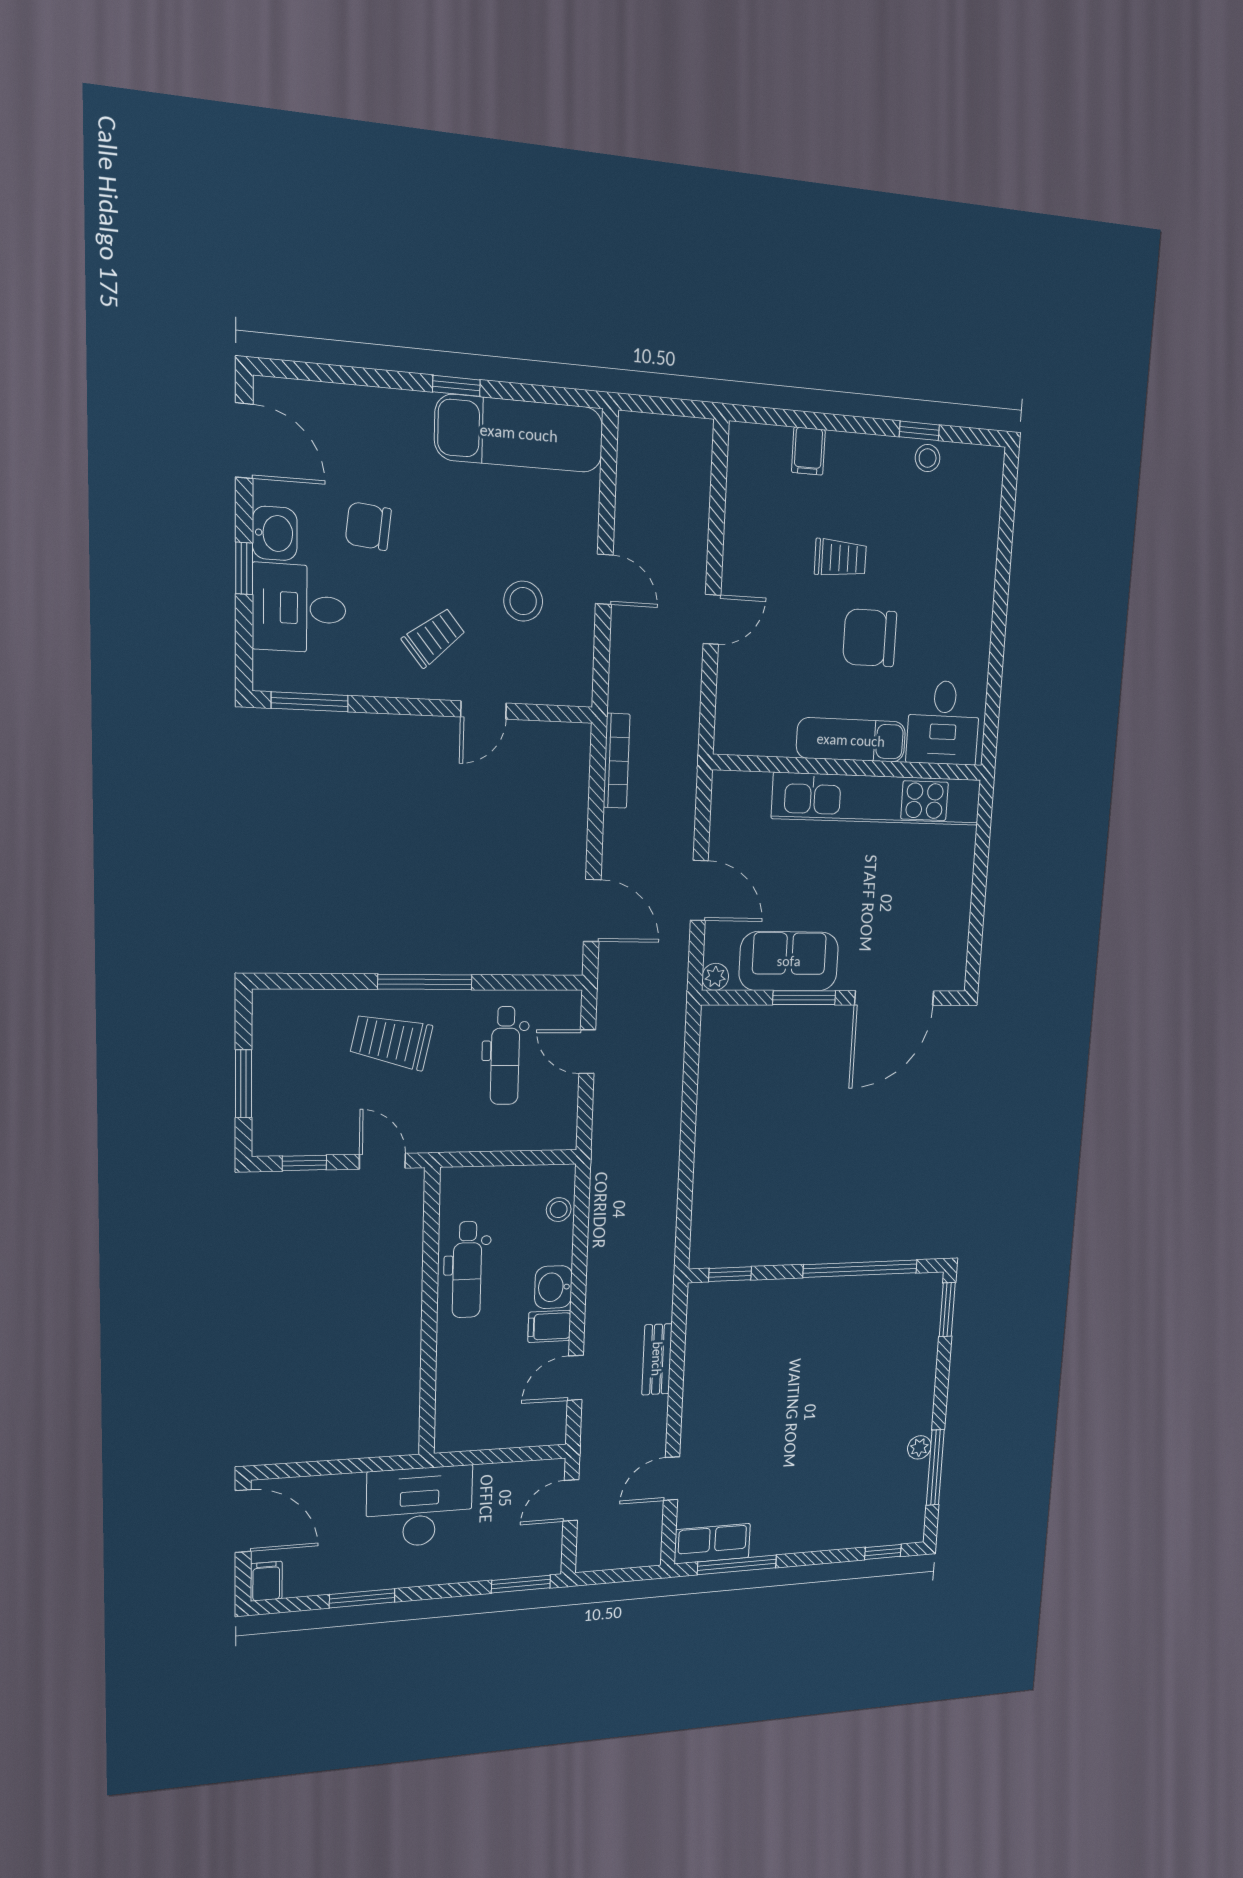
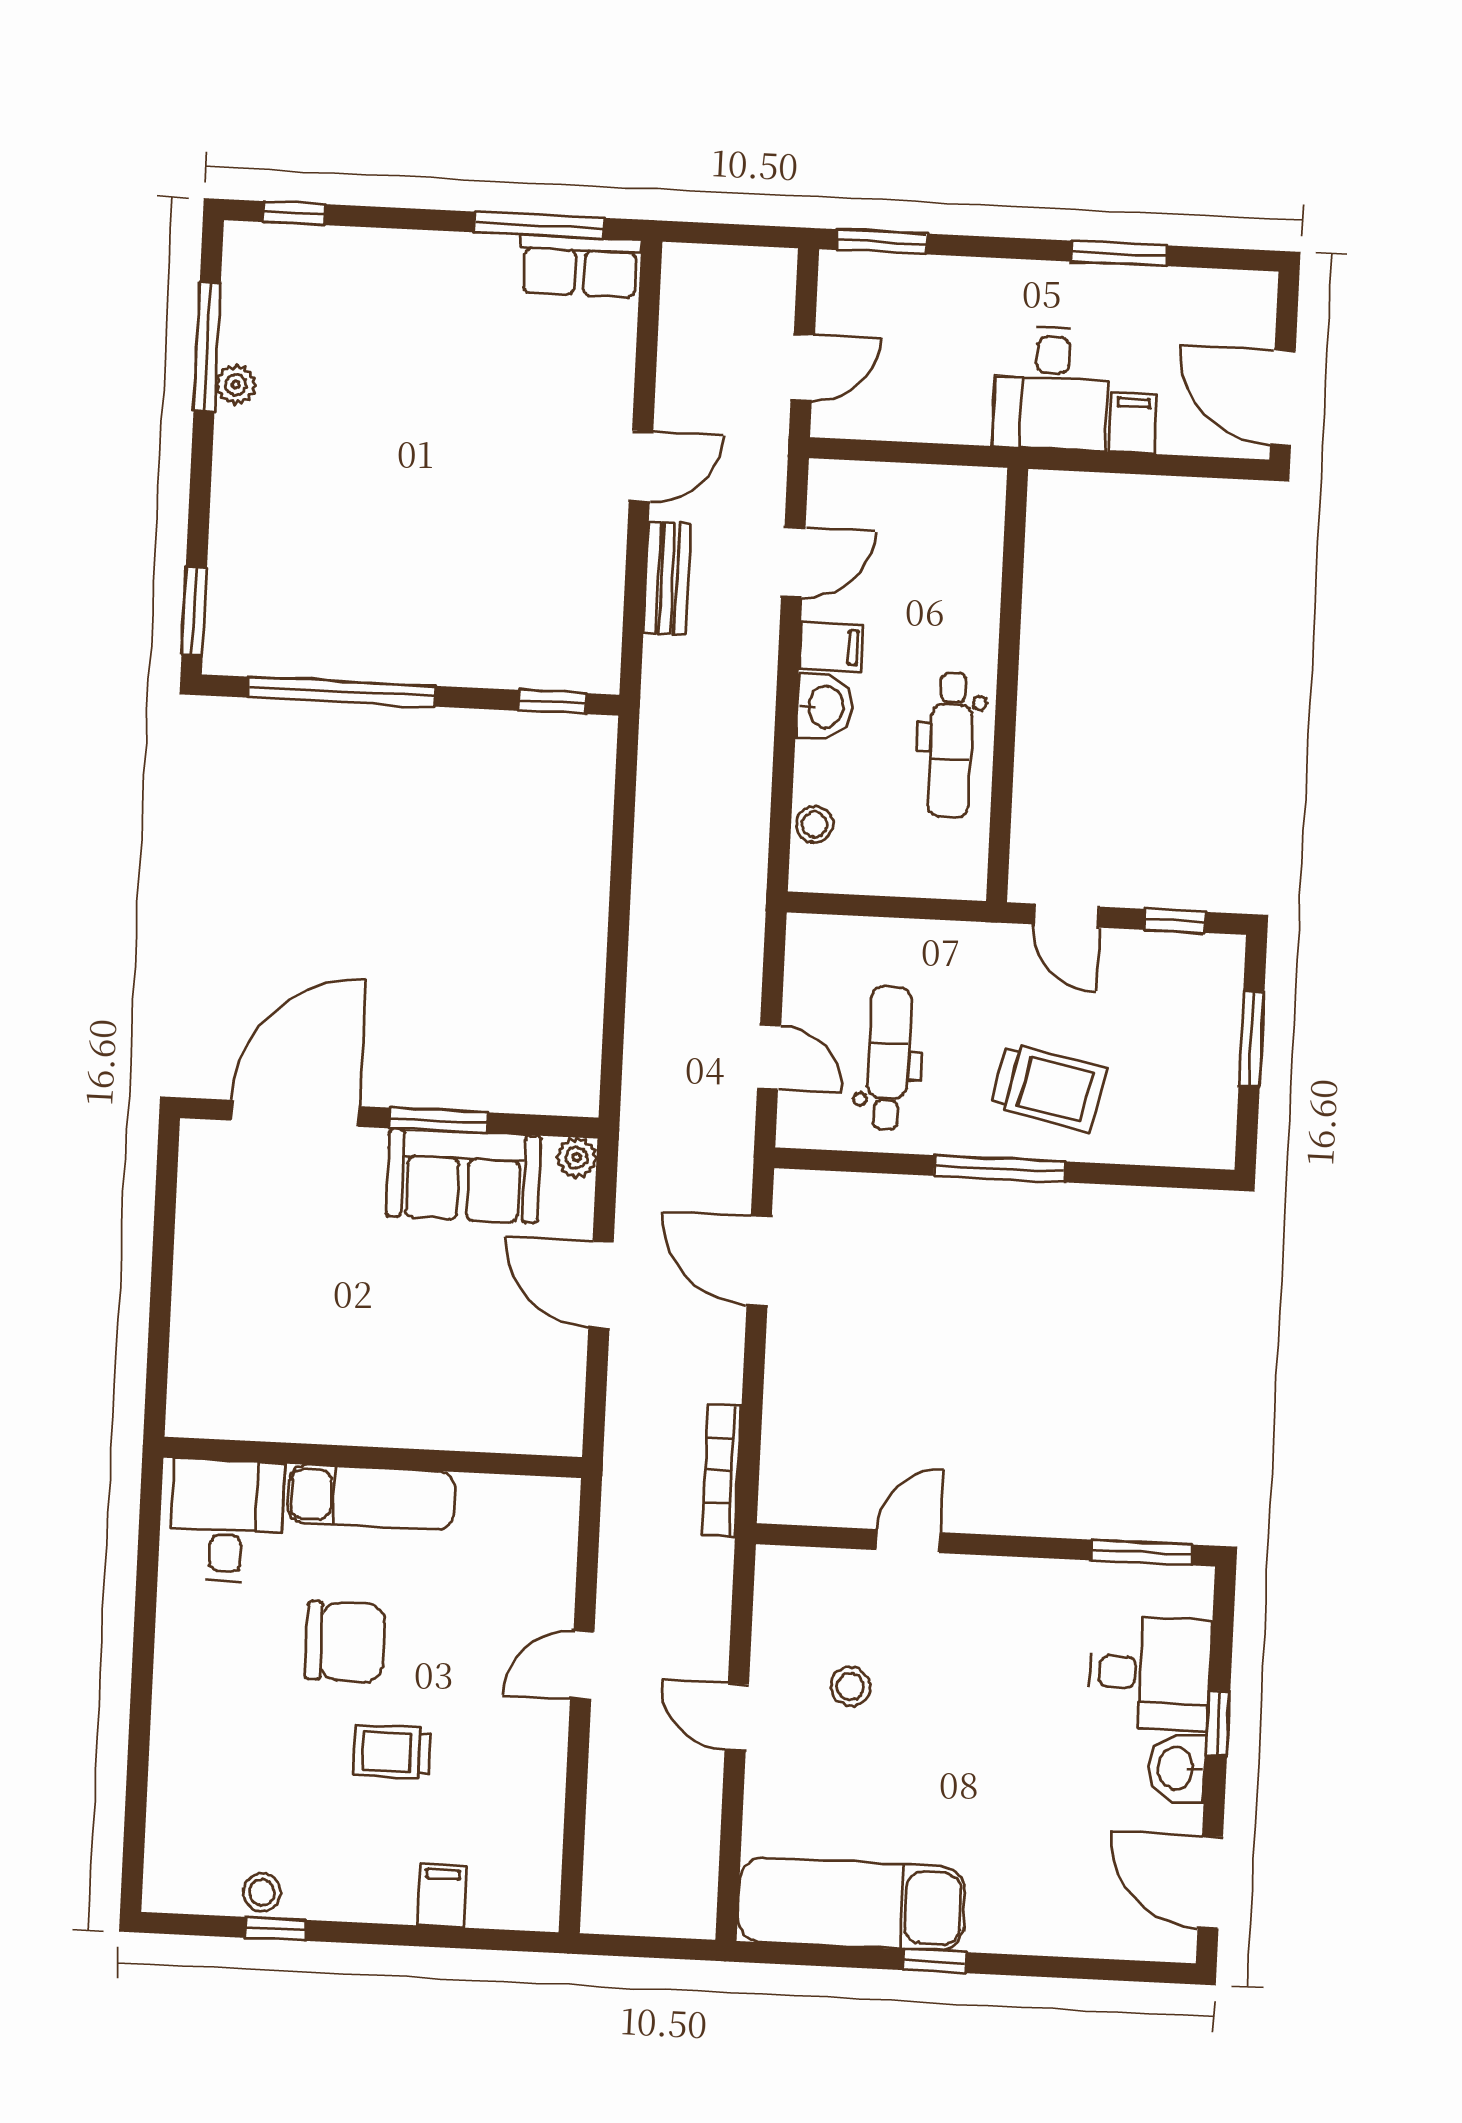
chair: (368, 526) -> (1056, 1780), removed
stool: (523, 601) -> (850, 1687), width x0.73, depth x0.73
trolley: (434, 637) -> (973, 1638), removed
kitchen unit: (877, 799) -> (329, 1411), removed
dental chair: (467, 1270) -> (951, 745), turned 180
door: (672, 1479) -> (641, 466), moved
desk: (419, 1507) -> (1052, 388), width x0.73
filing cabinet: (266, 1581) -> (1133, 423), moved, turned 180

